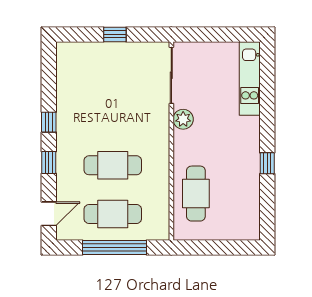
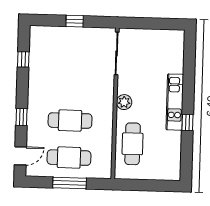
kitchen unit: (250, 78) -> (175, 102), moved
plant: (183, 119) -> (124, 102), moved
window: (49, 122) -> (23, 59), moved
window: (115, 247) -> (70, 183), width x0.68

